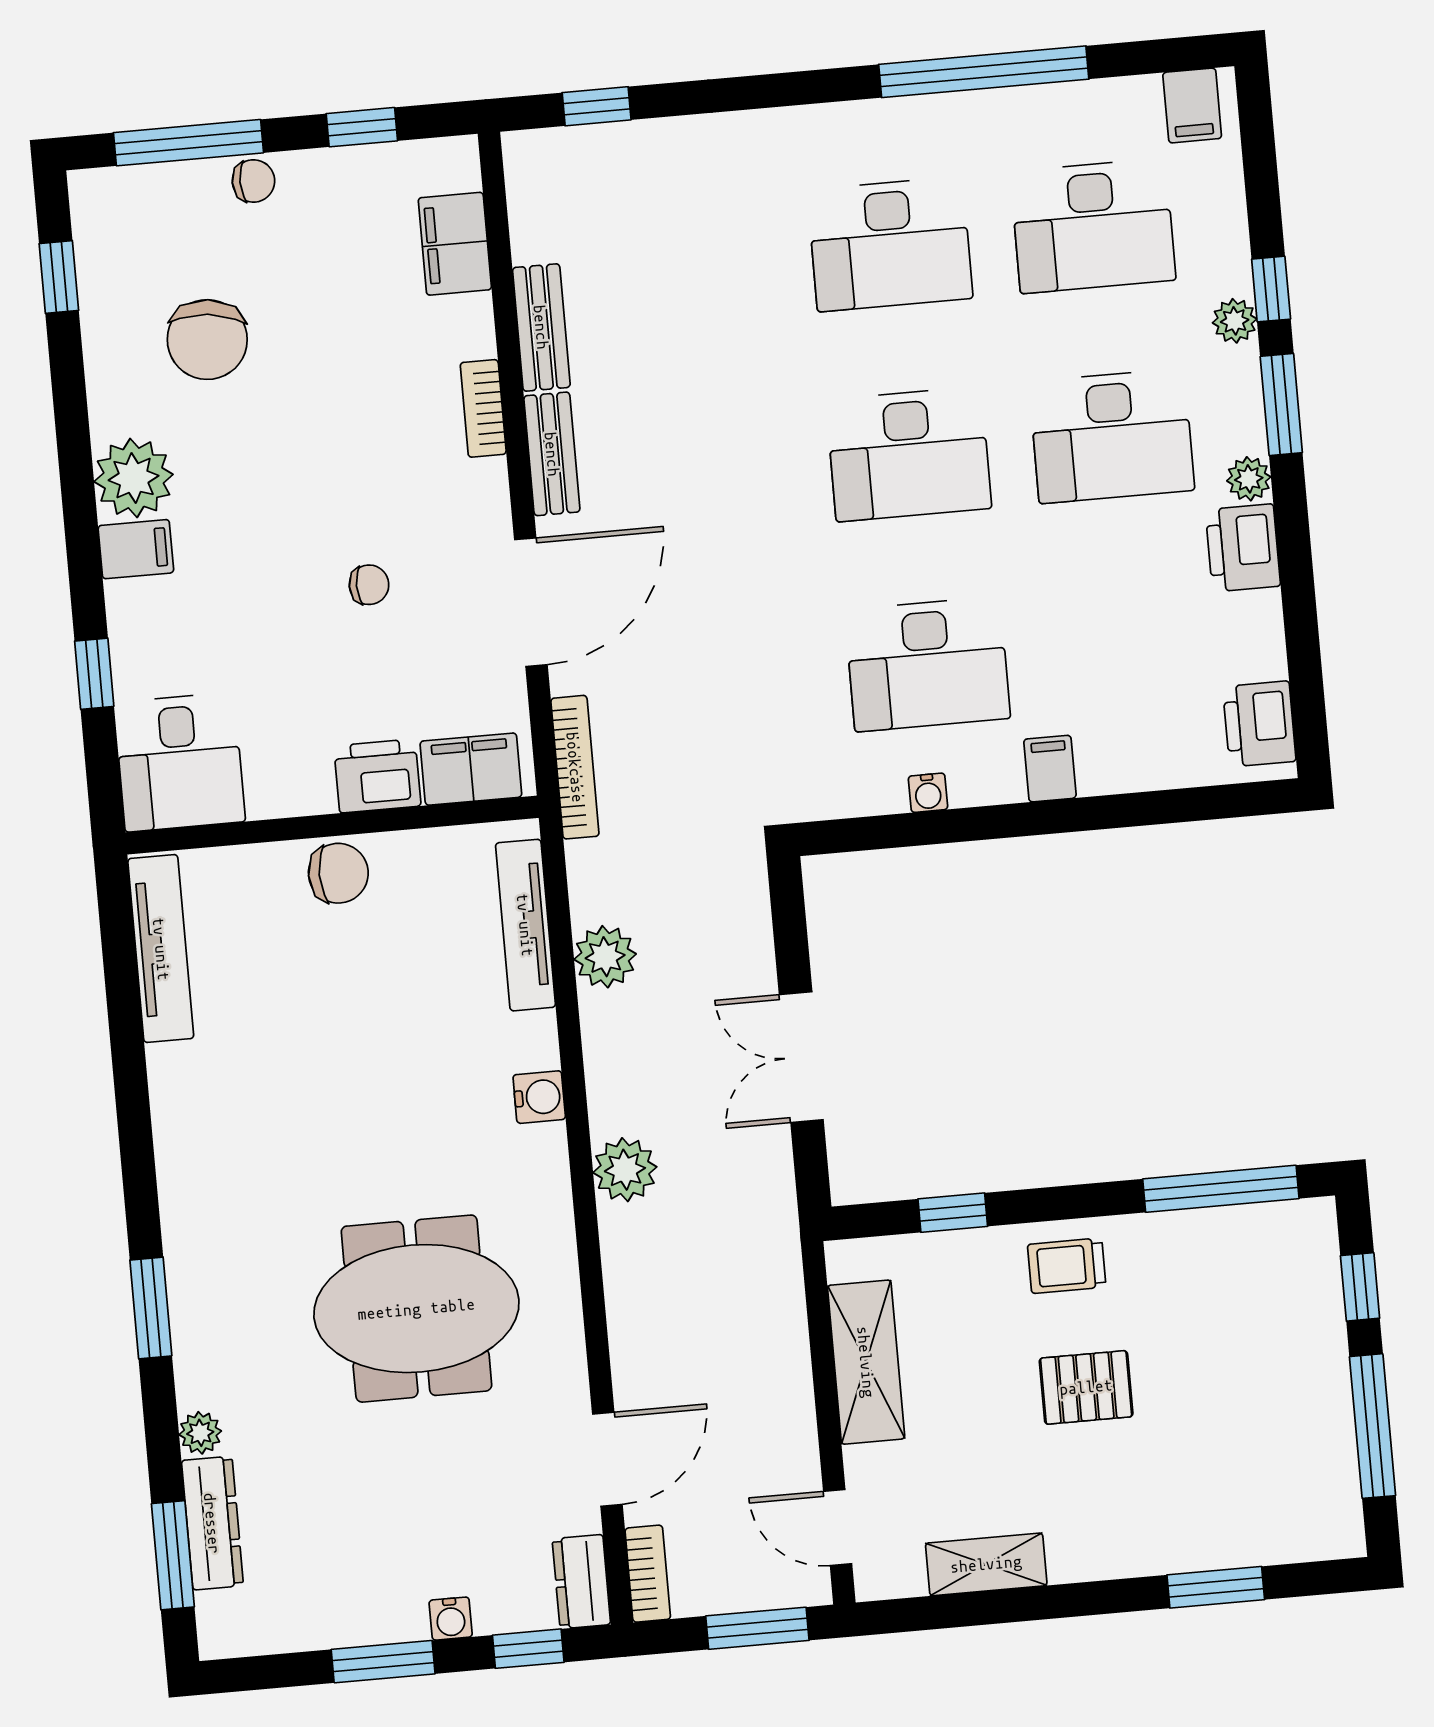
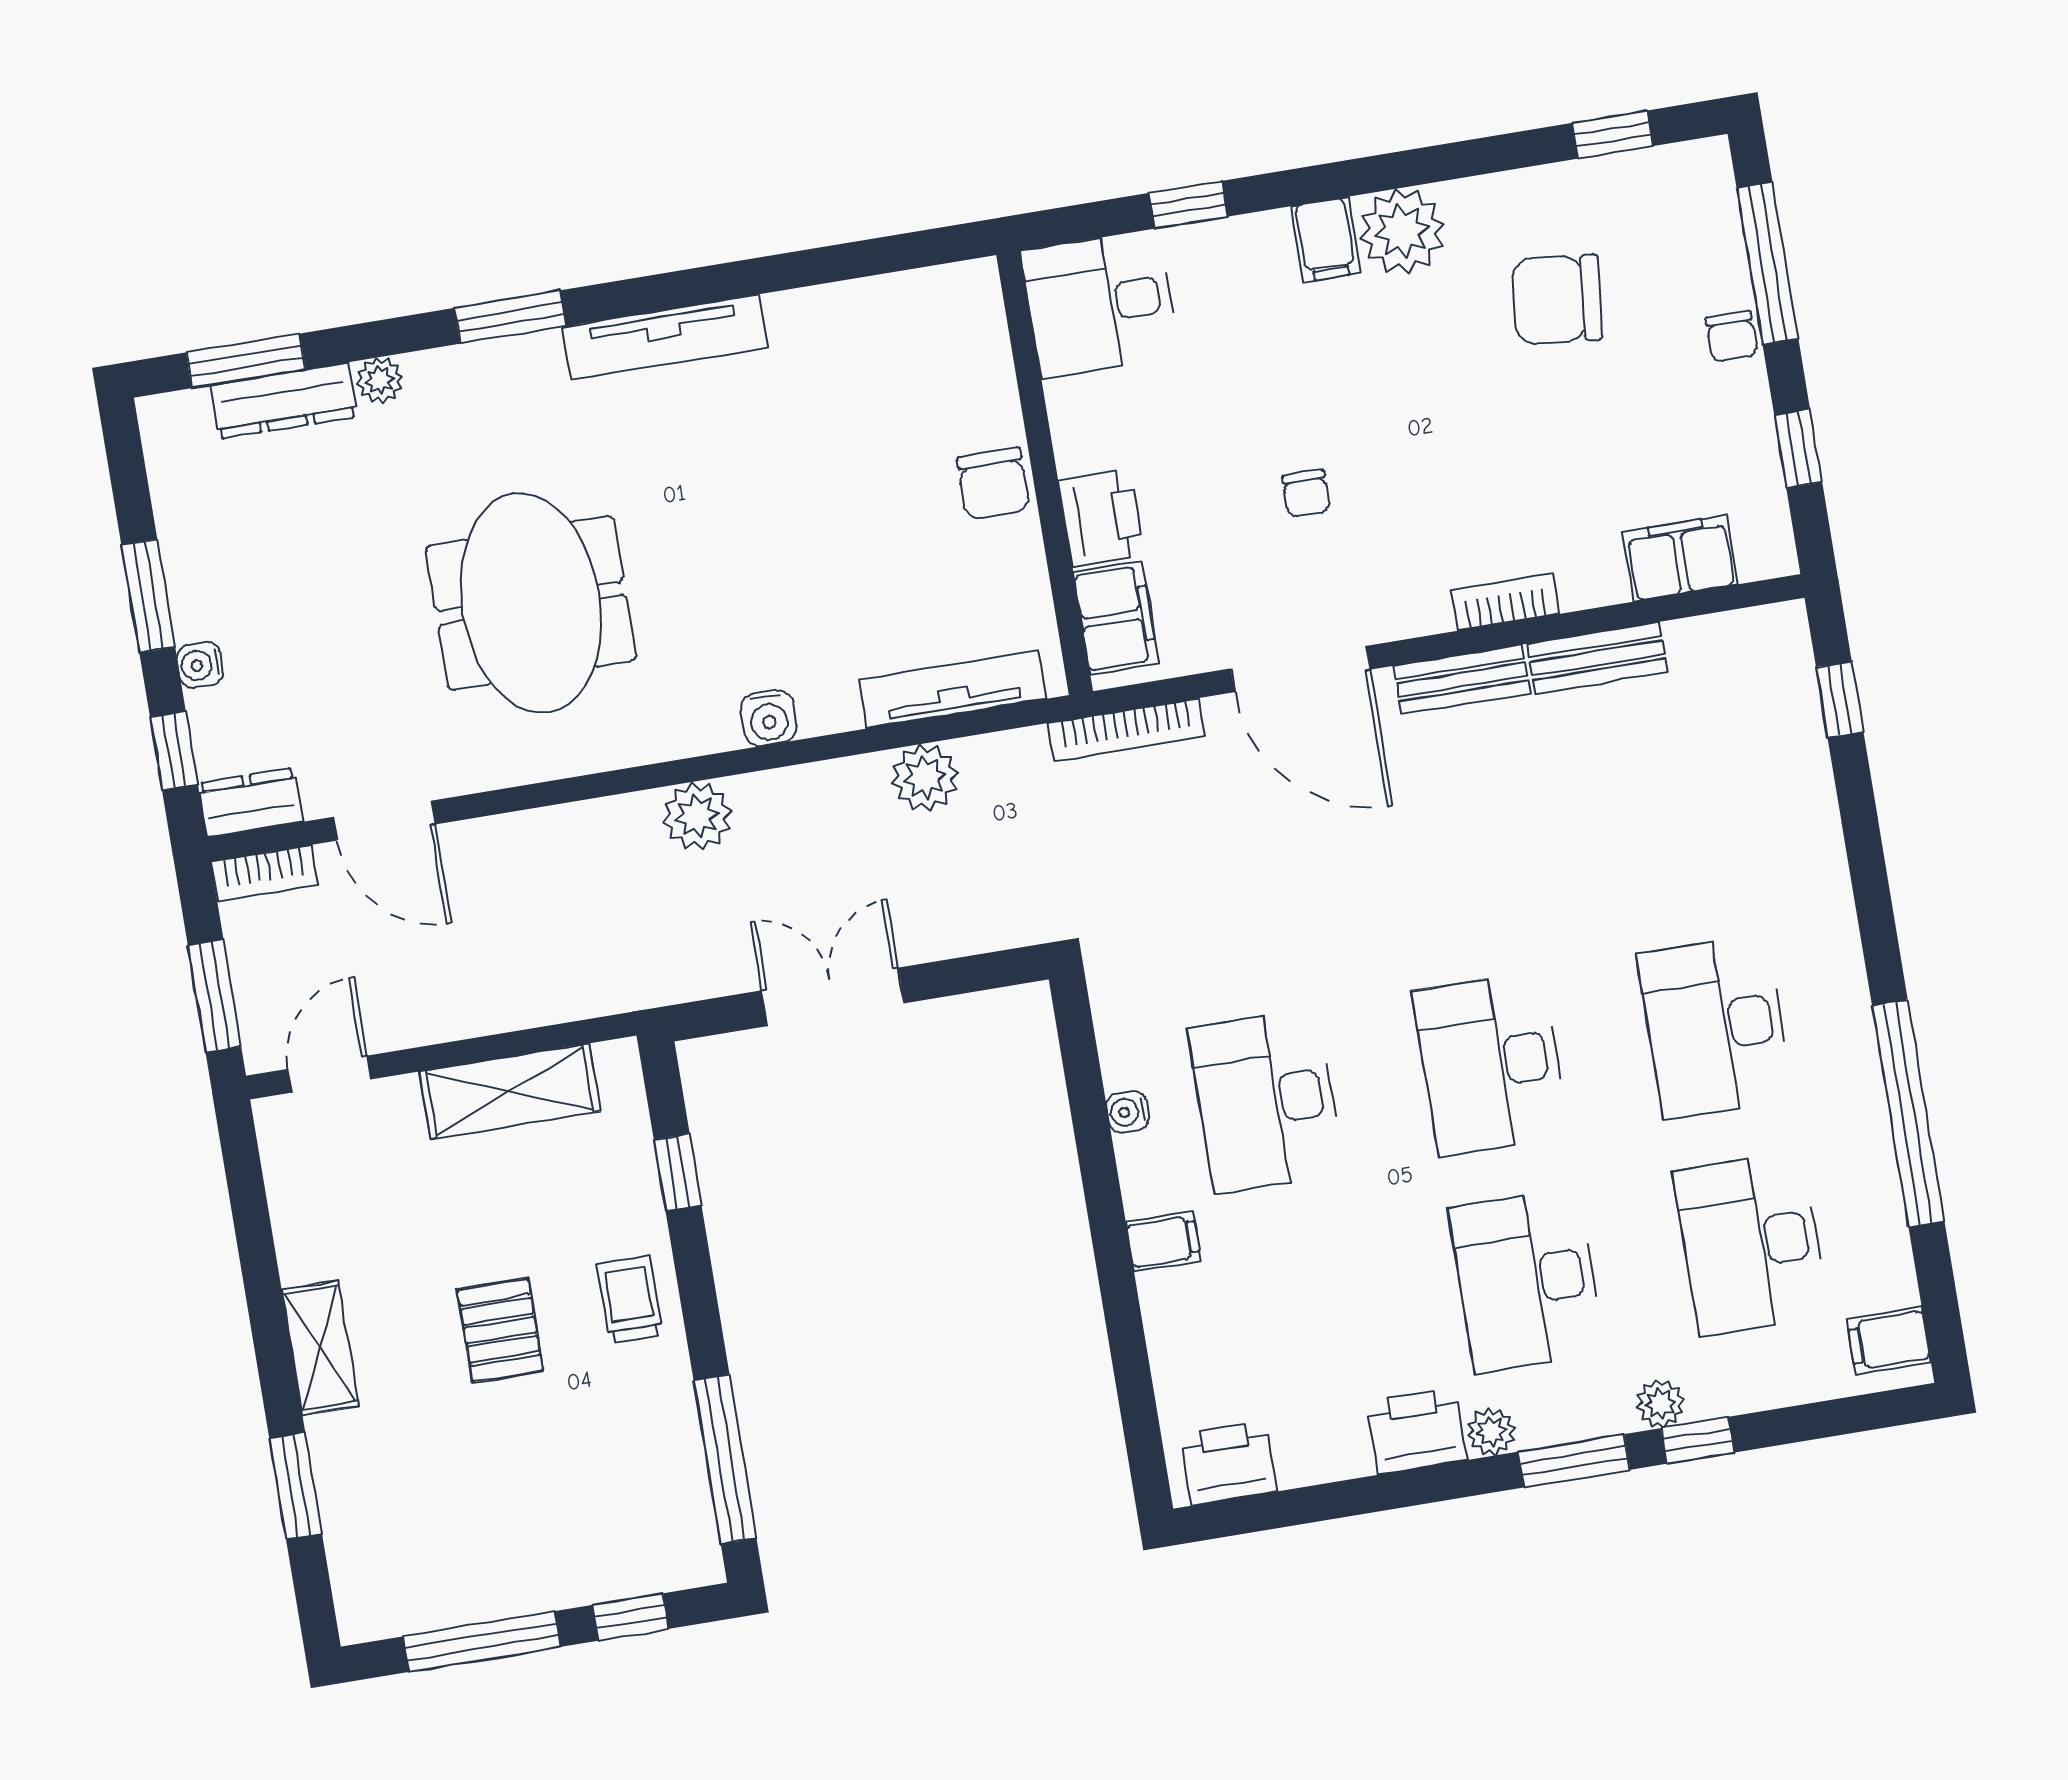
tv unit: (161, 949) -> (665, 337), moved
shelving: (986, 1564) -> (320, 1348), moved

